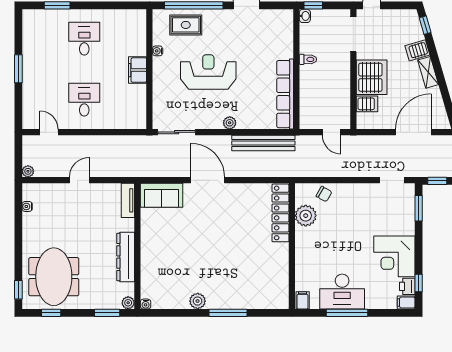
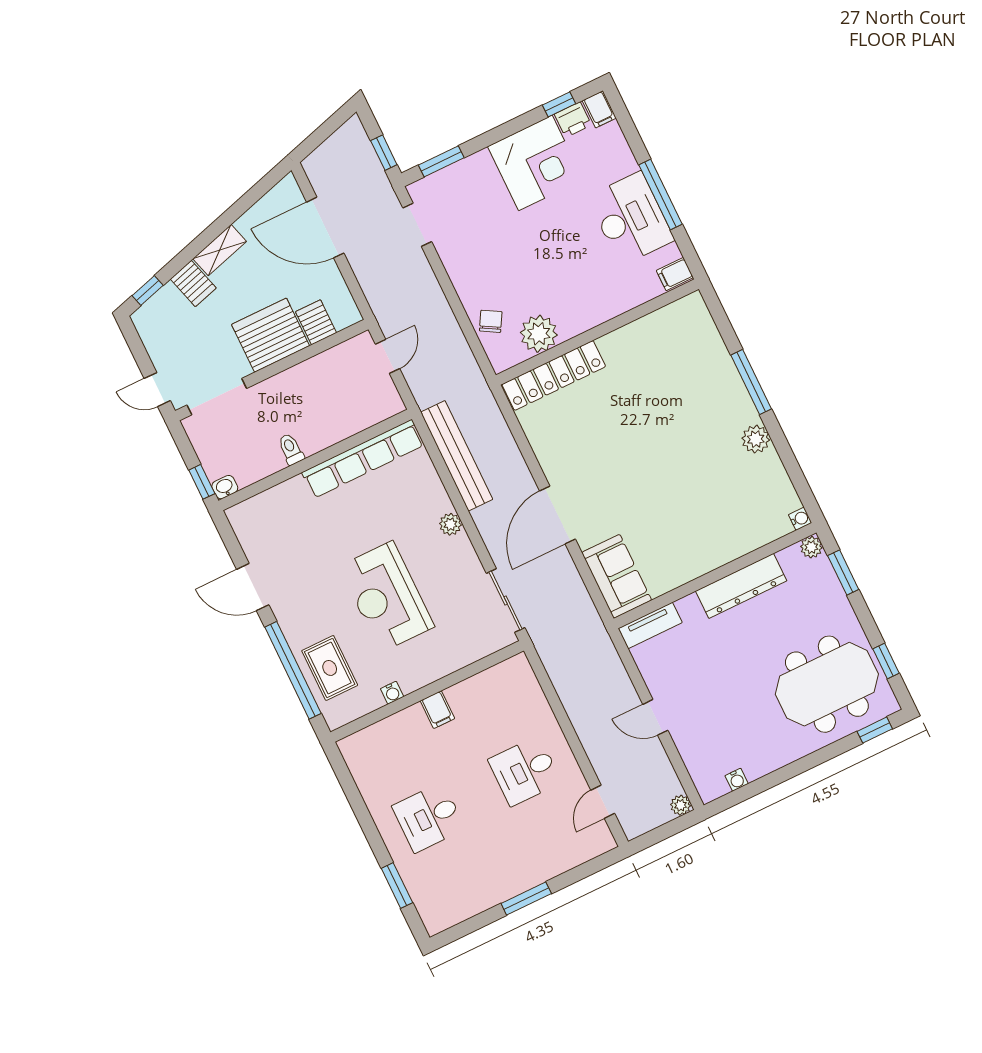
filing cabinet: (138, 70) -> (437, 710), width x0.50

